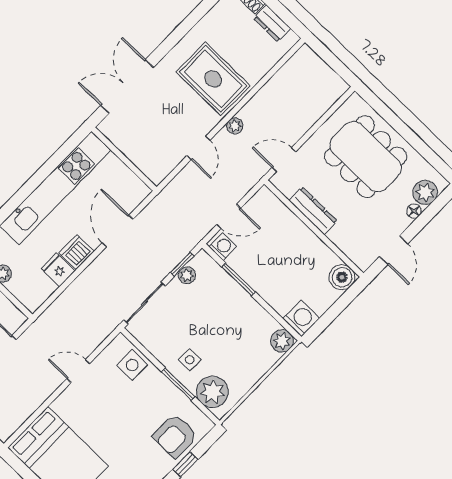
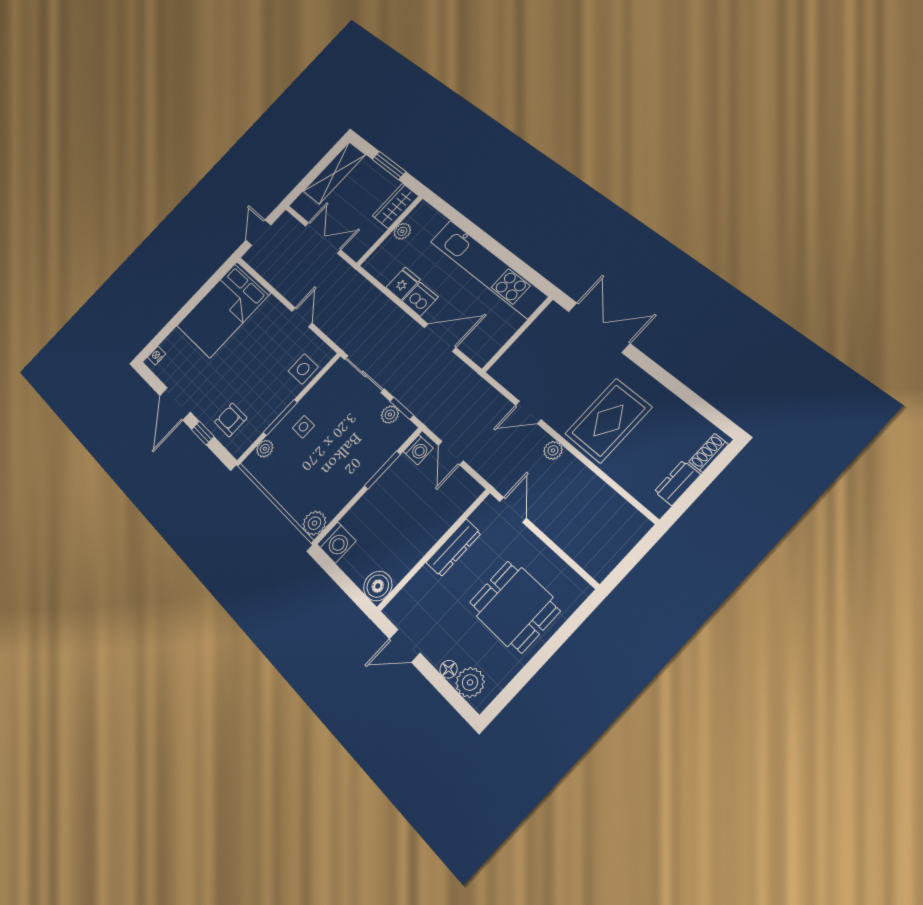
dining table: (366, 157) -> (515, 607), width x0.73
plant: (212, 392) -> (265, 449), width x0.53, depth x0.53
armchair: (175, 436) -> (231, 420), width x0.72, depth x0.72

